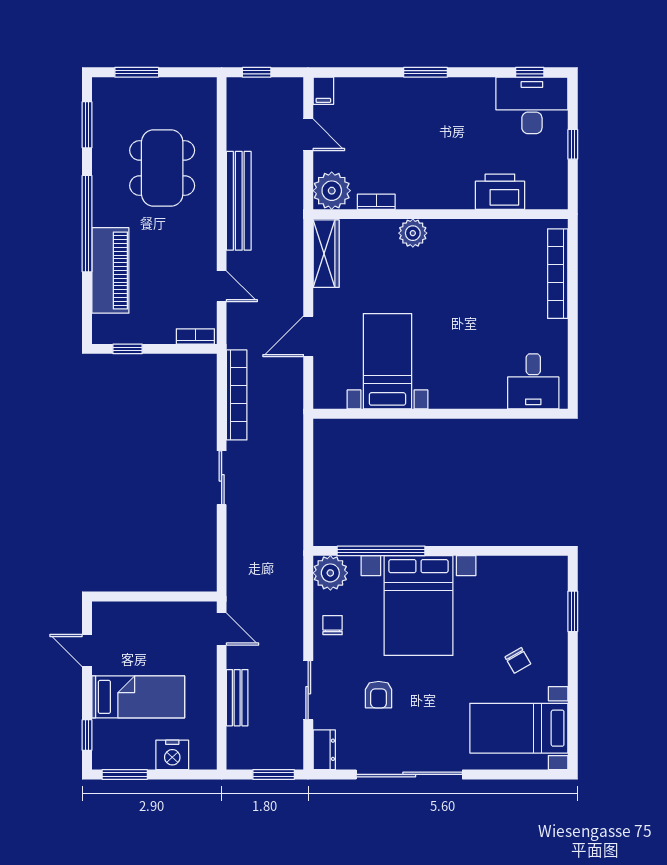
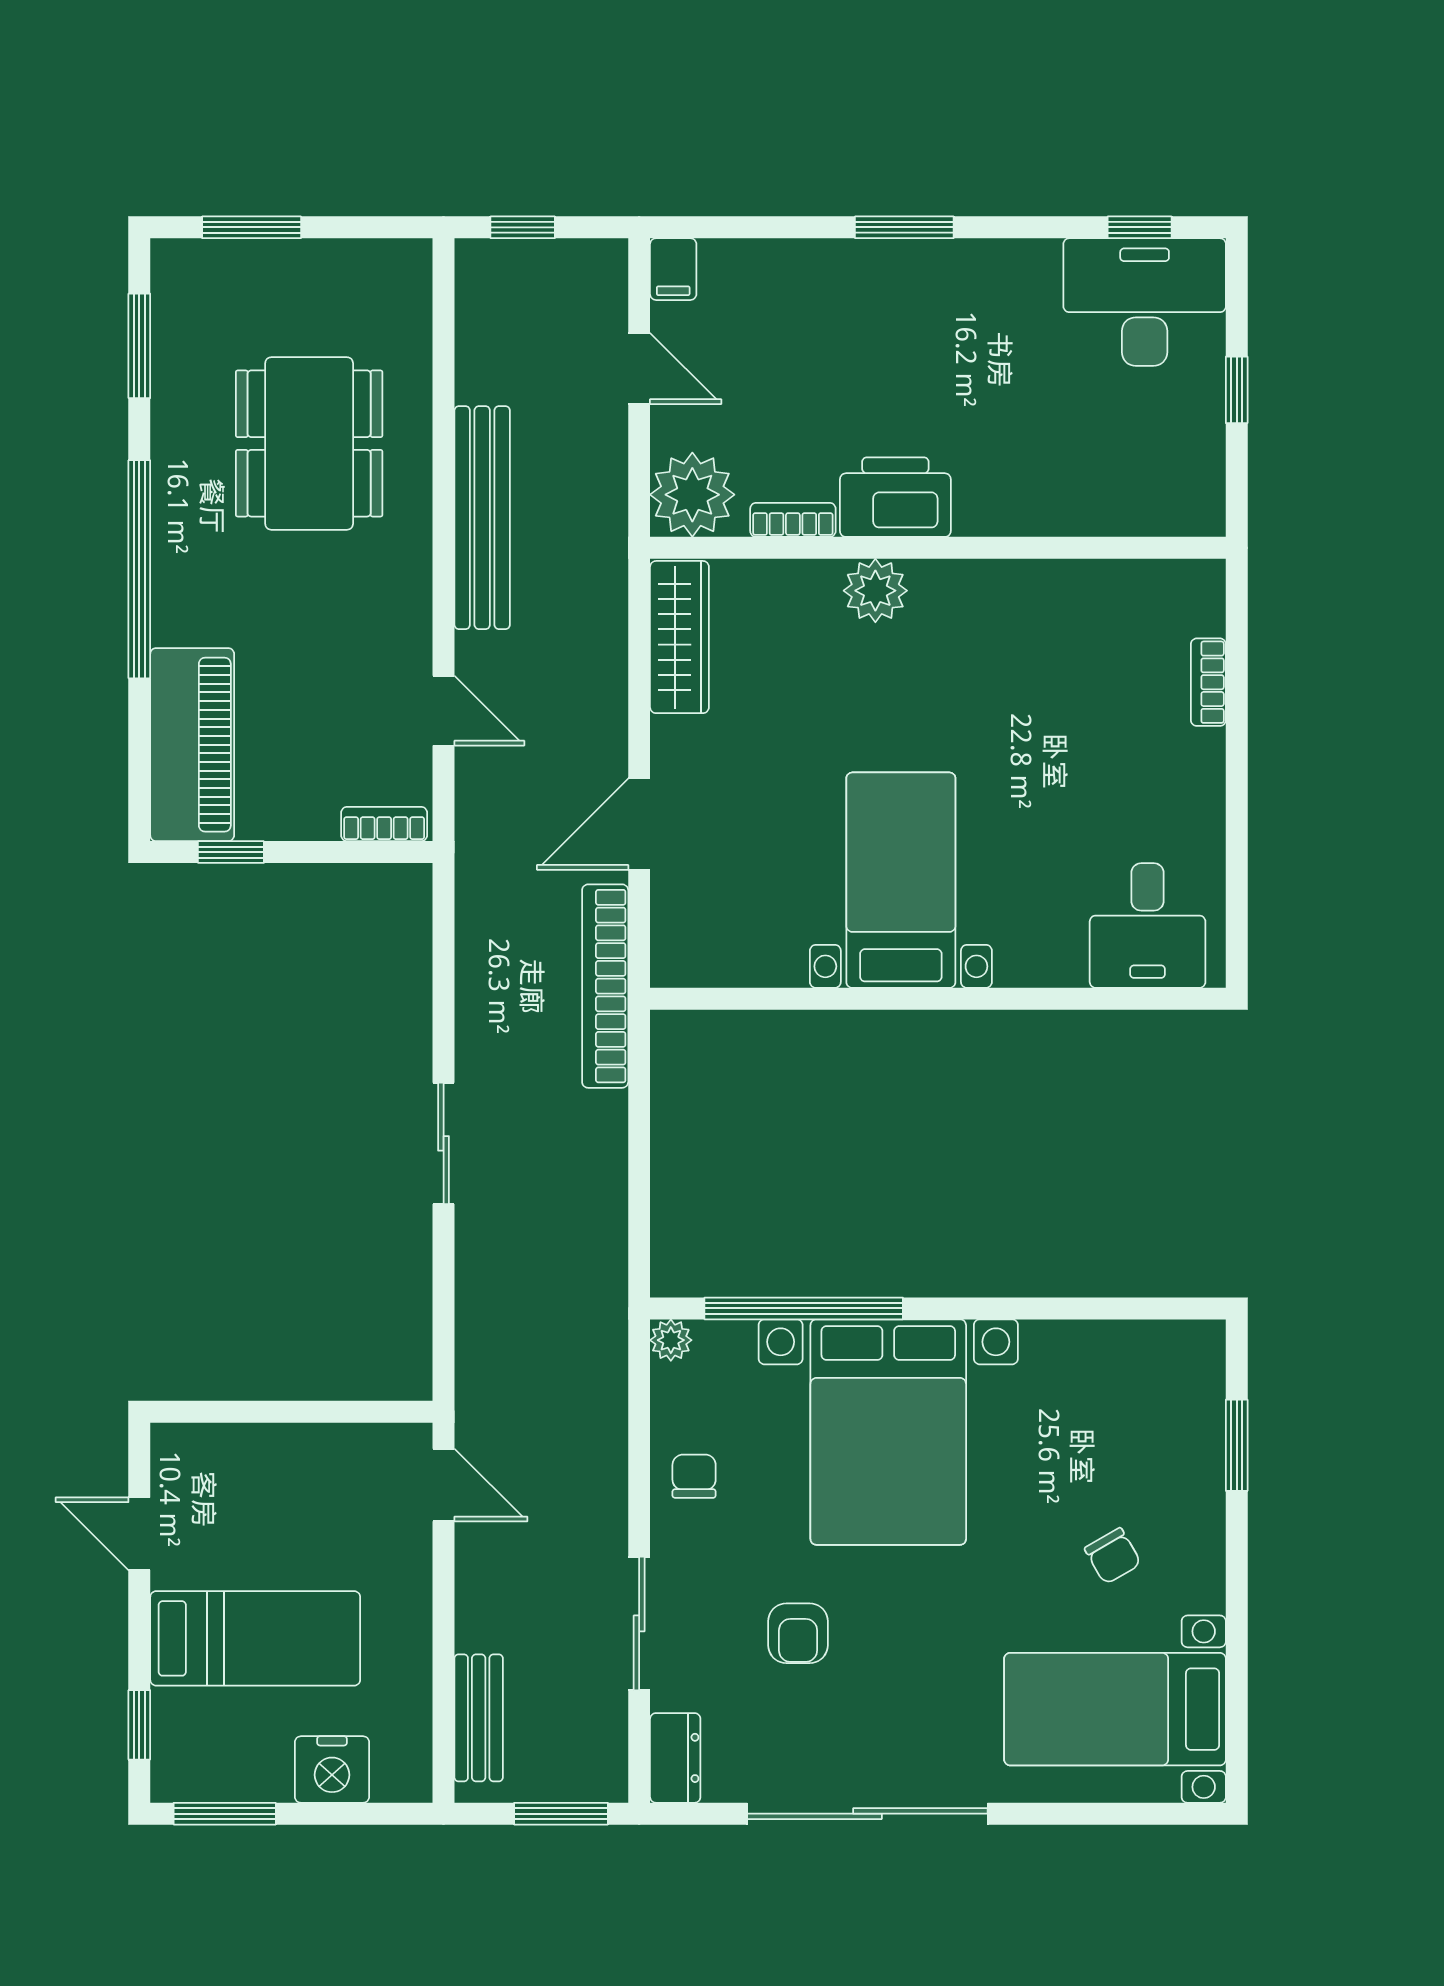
printer: (500, 192) -> (895, 497), moved
piano: (110, 270) -> (192, 745), moved
bookcase: (558, 274) -> (1208, 682), width x0.43, depth x0.76
bed with nightstands: (387, 361) -> (901, 880), moved
bookcase: (237, 395) -> (605, 986), moved, turned 180
plant: (330, 573) -> (671, 1340), width x0.53, depth x0.53
bench: (237, 698) -> (479, 1718), moved

